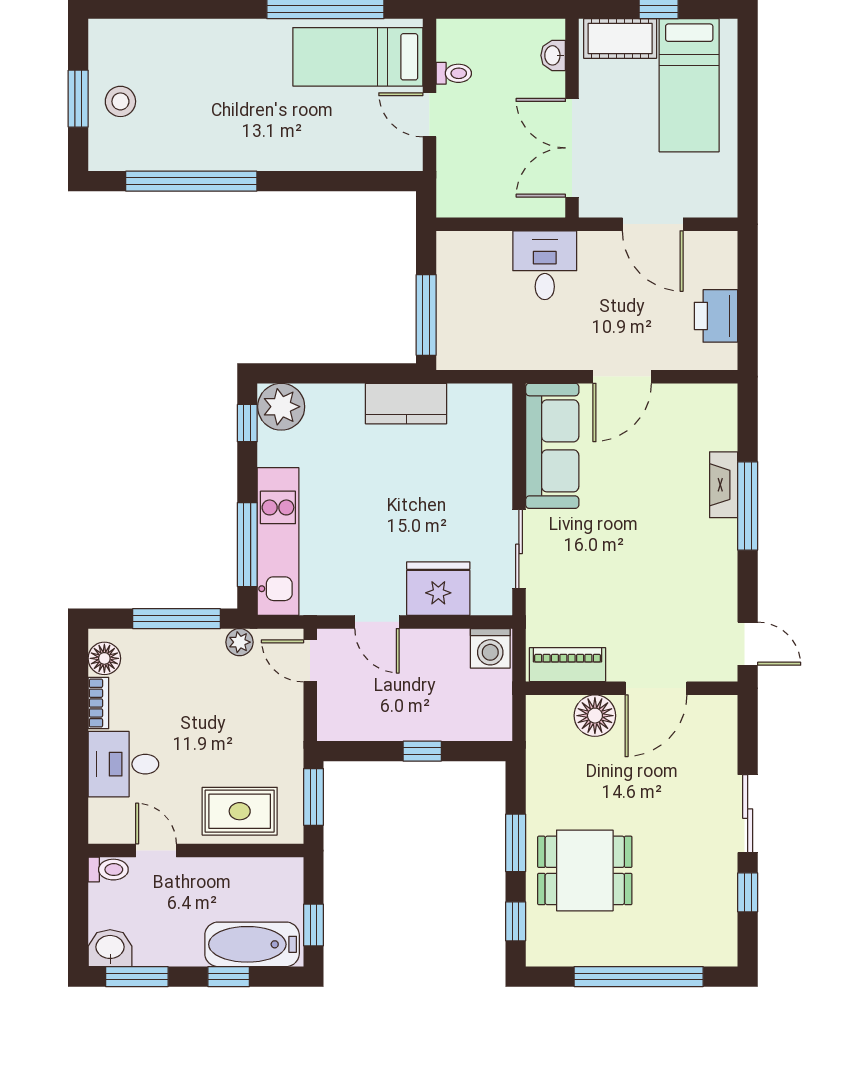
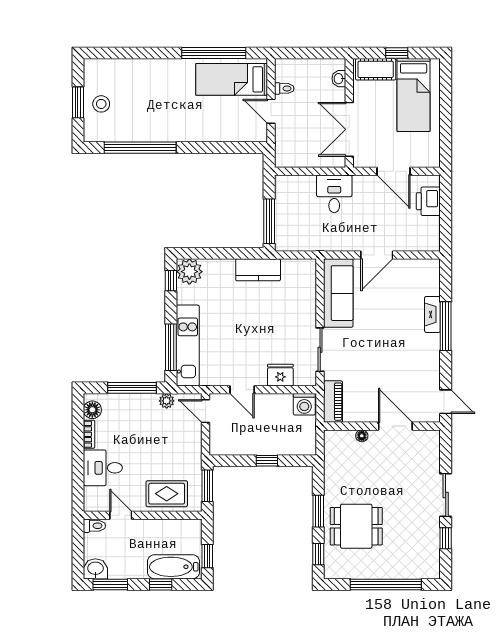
printer: (716, 316) -> (428, 201), moved
fridge: (438, 589) -> (280, 375), width x0.73, depth x0.75
piano: (568, 665) -> (333, 402), moved, turned 90
door: (656, 688) -> (395, 426), swing flipped
floor lamp: (595, 716) -> (362, 436), width x0.53, depth x0.53

